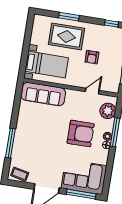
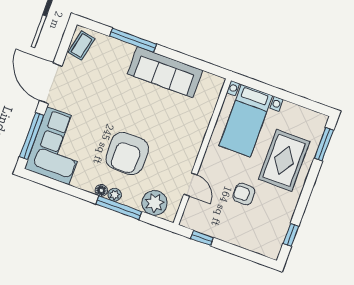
window: (69, 17) -> (324, 144), moved
sofa: (43, 94) -> (165, 72), moved, turned -90

